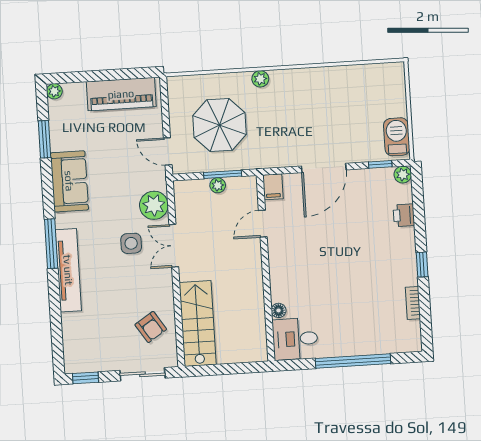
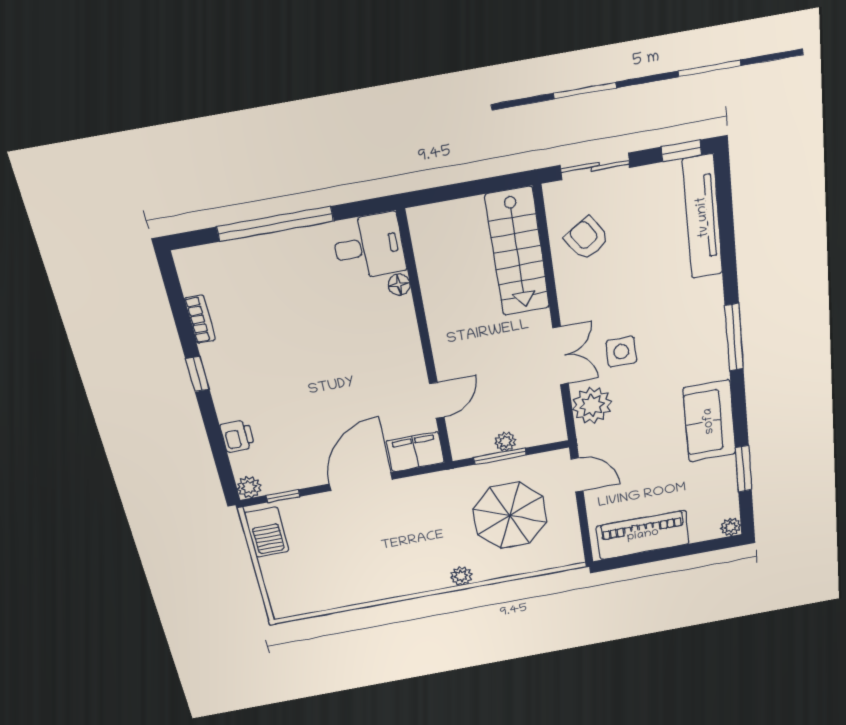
filing cabinet: (273, 187) -> (415, 452), width x2.00
tv unit: (68, 270) -> (703, 217), moved

